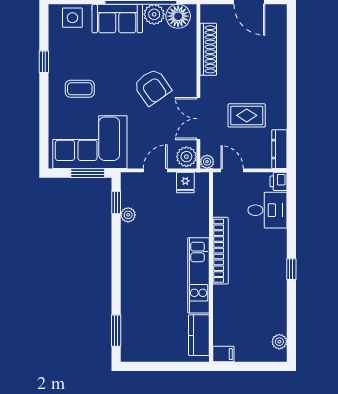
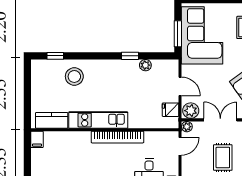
window: (116, 203) -> (130, 56), moved
stool: (143, 306) -> (74, 76), added
window: (116, 331) -> (55, 56), width x0.67

